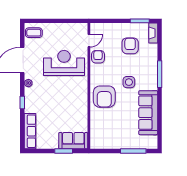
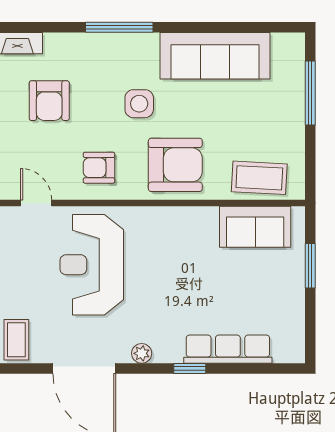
armchair: (130, 46) -> (49, 101), turned -90
armchair: (98, 57) -> (99, 168), moved
coffee table: (99, 130) -> (259, 178), added
row of seats: (30, 131) -> (228, 349), moved
sofa: (73, 141) -> (255, 227), moved, turned -90

